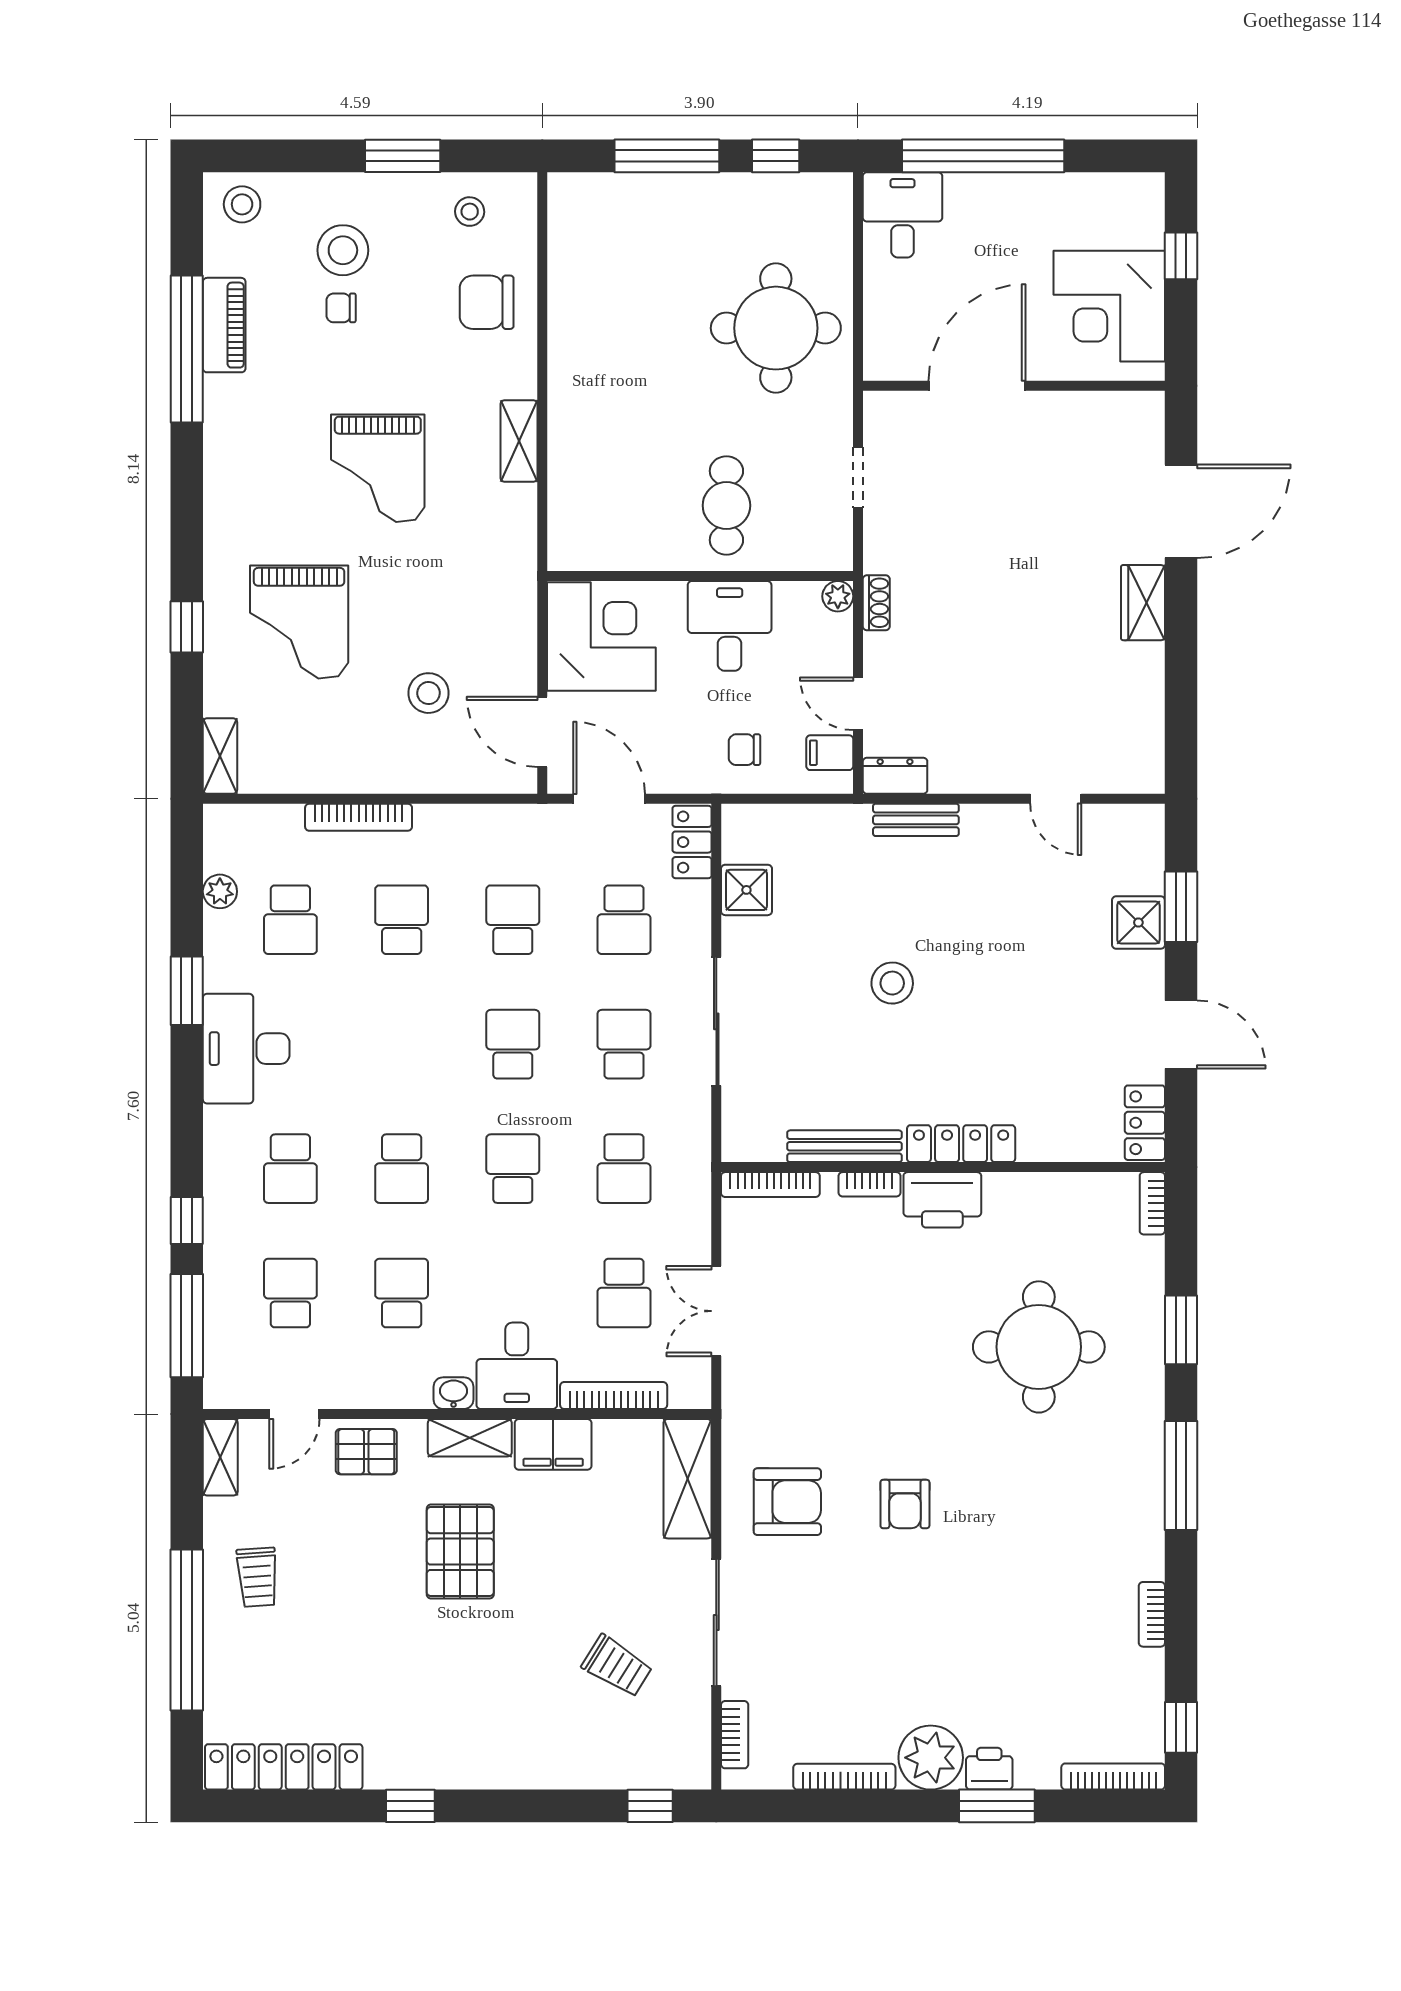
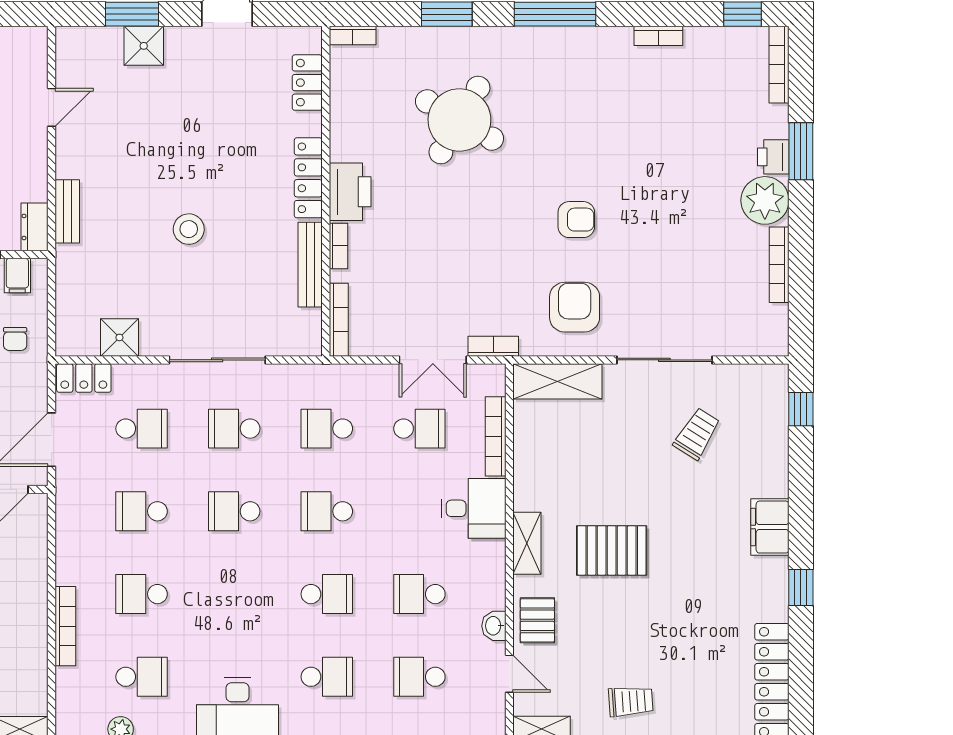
locker: (1145, 1123) -> (307, 83), moved, turned 90
school desk: (624, 1169) -> (327, 429), turned 180
round table: (1039, 1347) -> (459, 120), turned 30
washbasin: (454, 1393) -> (494, 626), moved
filing cabinet: (553, 1444) -> (770, 527), moved, turned 180
bookcase: (735, 1735) -> (493, 346), moved

